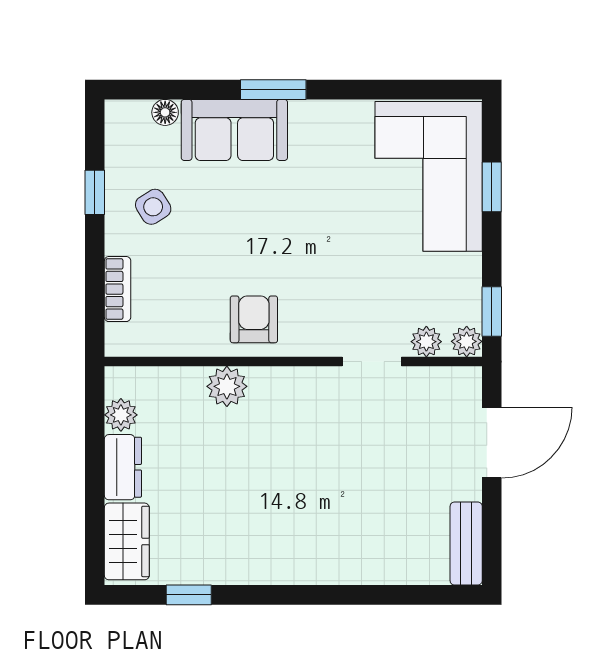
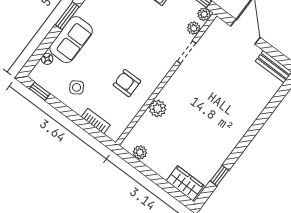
window: (95, 192) -> (40, 91), moved
armchair: (254, 319) -> (127, 83), moved
dresser: (123, 467) -> (158, 165), removed

